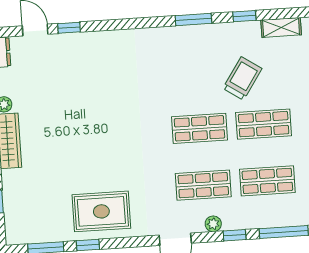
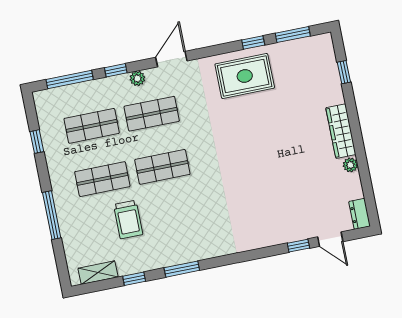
trolley: (242, 79) -> (128, 219), turned -34

